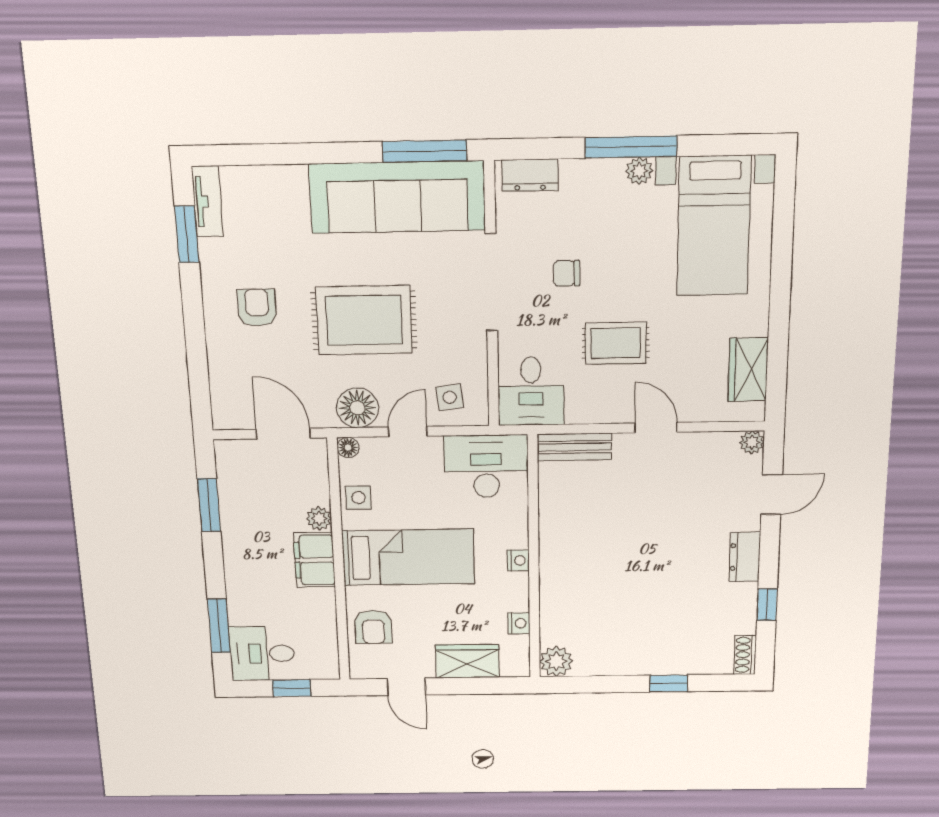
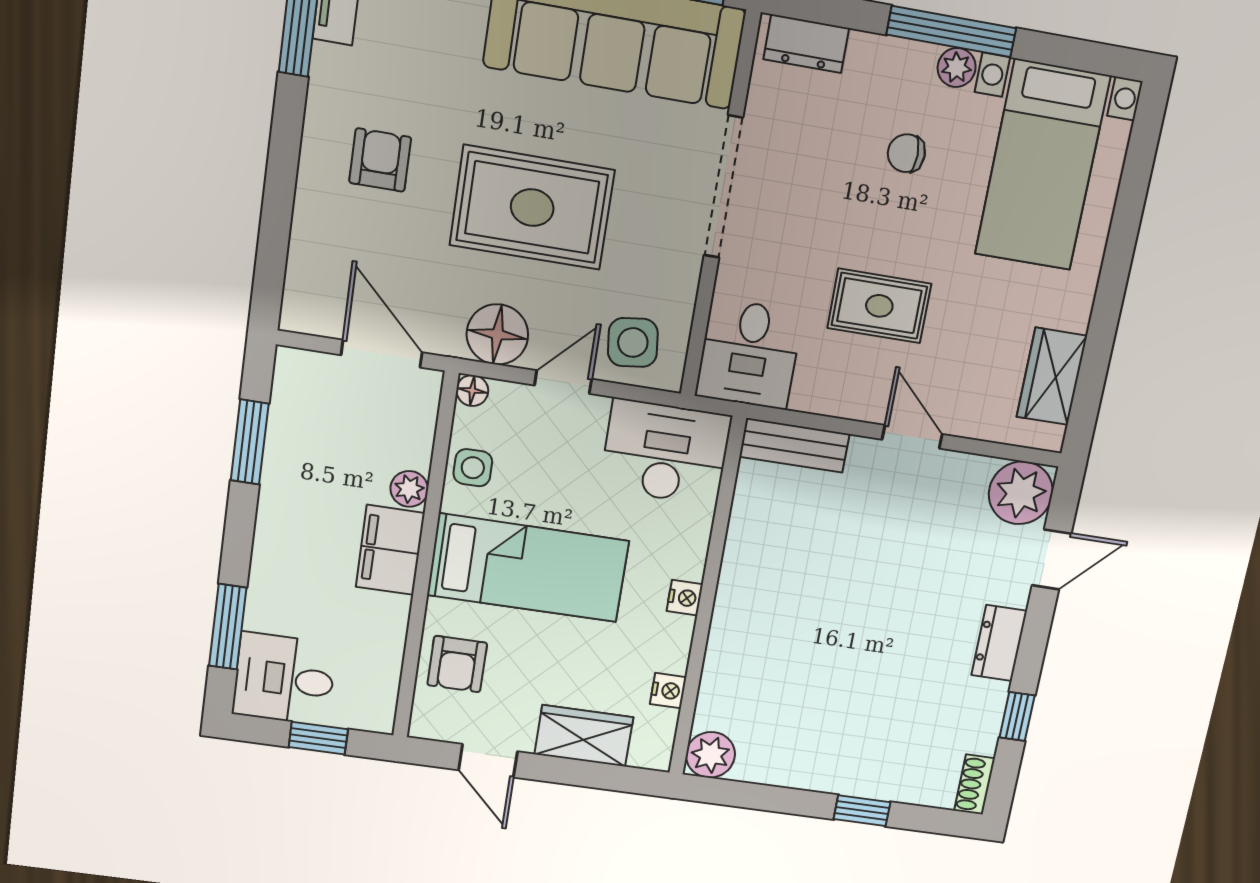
chair: (567, 273) -> (906, 153), moved
side table: (450, 397) -> (633, 342), width x1.37, depth x1.37
plant: (752, 442) -> (1021, 493), width x1.88, depth x1.88

